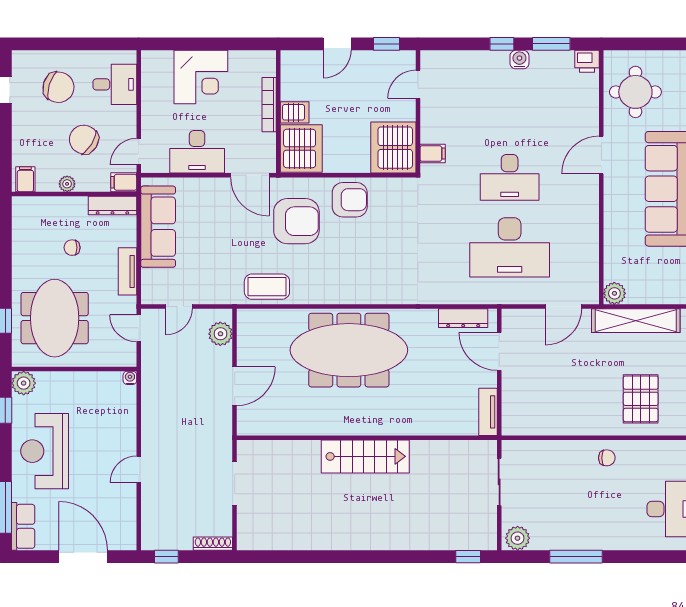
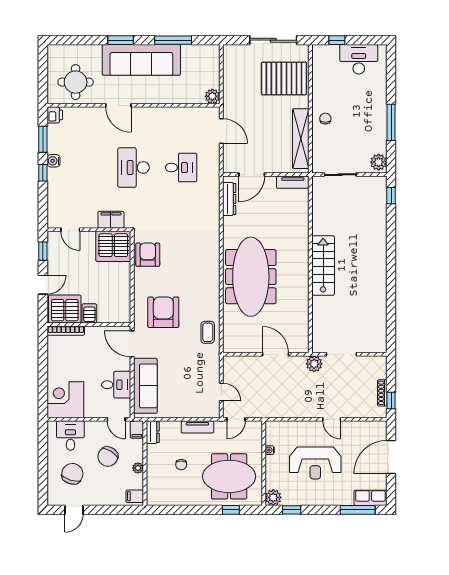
door: (337, 44) -> (43, 285), hinge flipped
corner desk: (201, 77) -> (65, 400), moved, turned -90
bookcase: (269, 105) -> (66, 331), moved
server rack: (301, 148) -> (65, 309), moved
desk: (197, 152) -> (116, 385), width x0.73
filing cabinet: (433, 154) -> (111, 220), width x2.00
door: (250, 175) -> (132, 344), swing flipped
desk: (510, 177) -> (134, 168), turned 180
armchair: (350, 200) -> (148, 255), moved
dresser: (112, 206) -> (153, 432), width x0.70
sofa: (158, 227) -> (145, 386), moved, turned 90
desk: (510, 247) -> (181, 168), width x0.53, depth x0.77
coffee table: (267, 287) -> (208, 332), width x0.73, depth x0.77
shelving: (636, 321) -> (301, 139), moved
plant: (220, 334) -> (314, 364), moved
water cooler: (130, 378) -> (270, 450), moved
pallet: (641, 399) -> (284, 78), width x1.37, depth x1.41
reception desk: (45, 451) -> (315, 463), moved
chair: (607, 458) -> (325, 119), moved
shoe rack: (213, 544) -> (382, 393), moved

